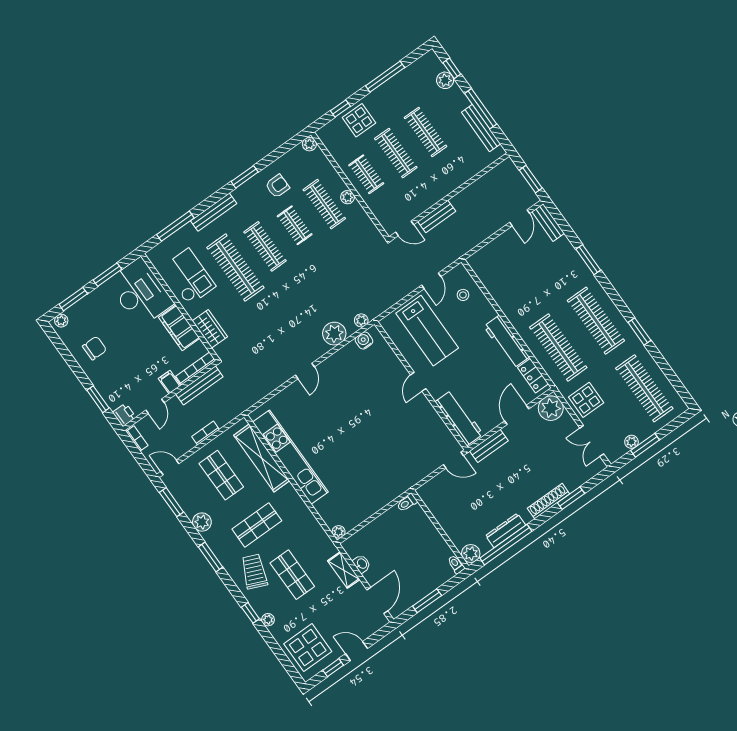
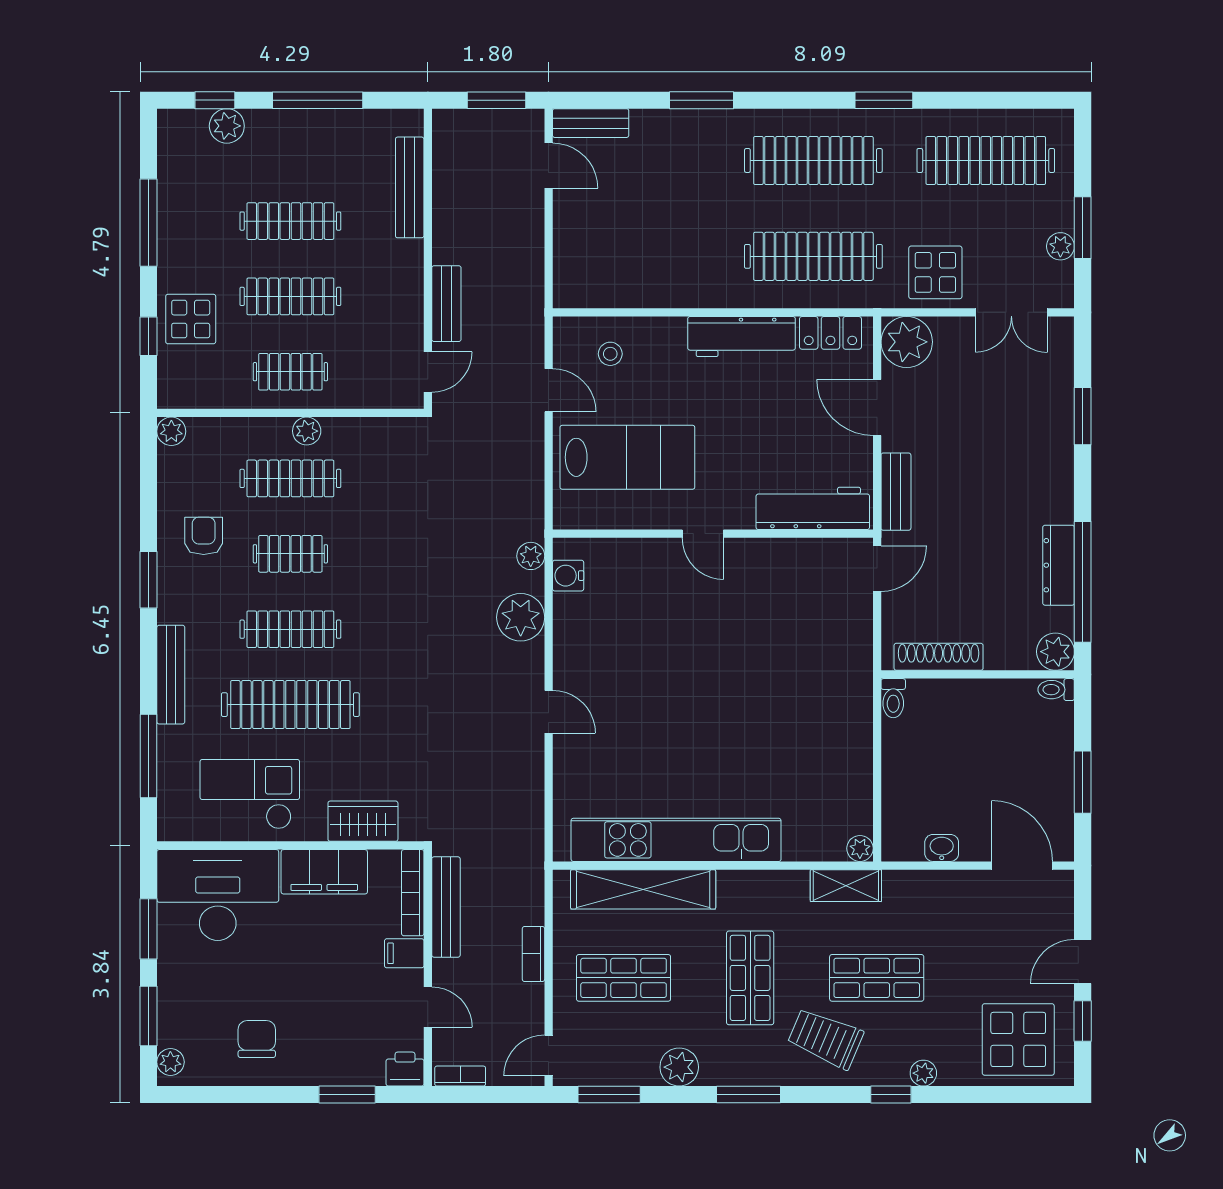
bench: (481, 128) -> (410, 187), moved, turned 90
shoe rack: (548, 501) -> (939, 657), moved, turned 90
shelving: (344, 570) -> (846, 886), moved

